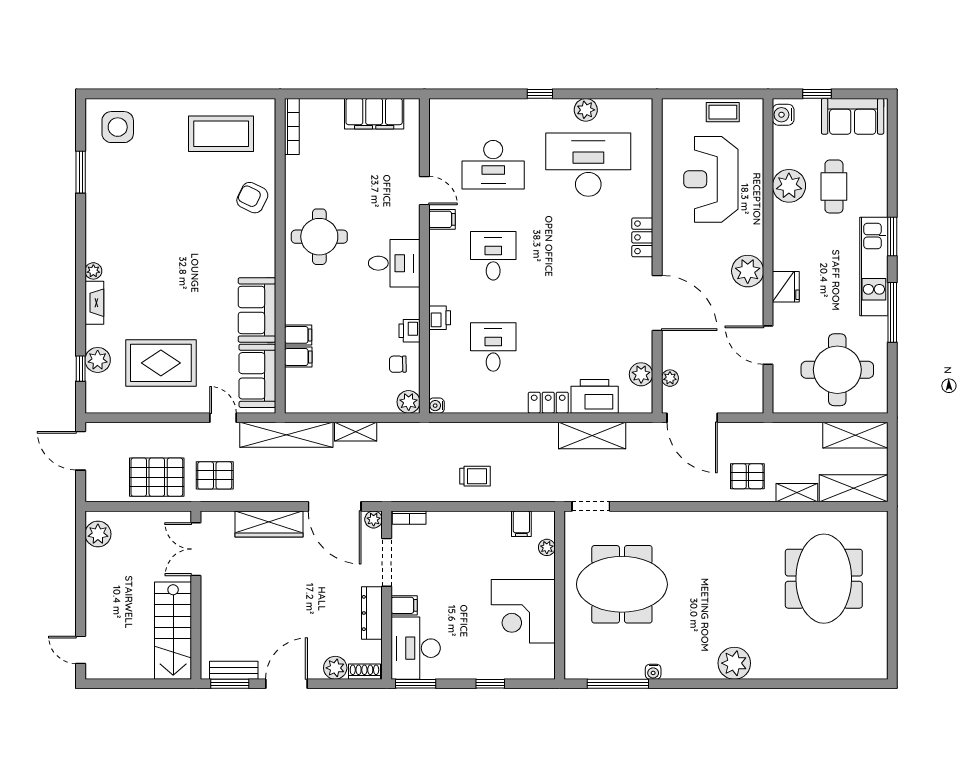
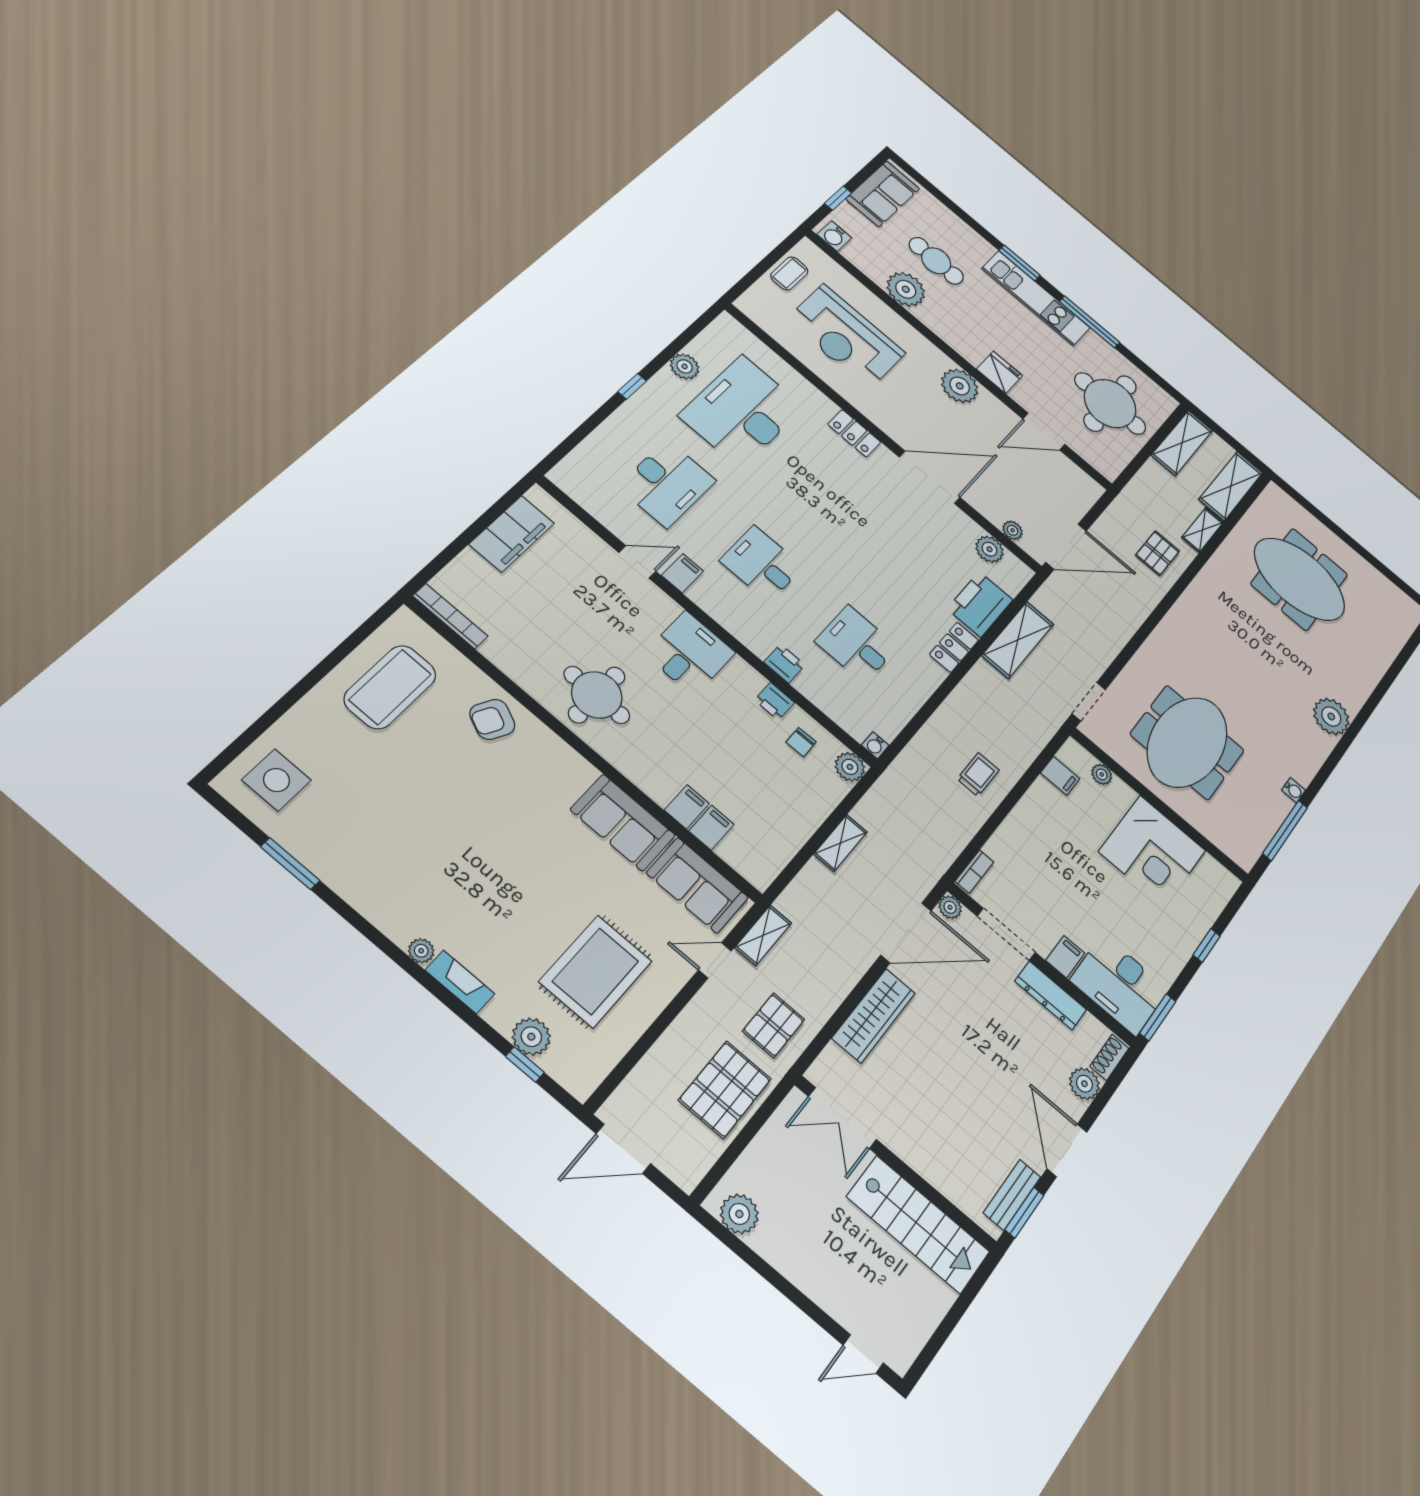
shelving: (286, 435) -> (763, 935), width x0.45, depth x0.75

